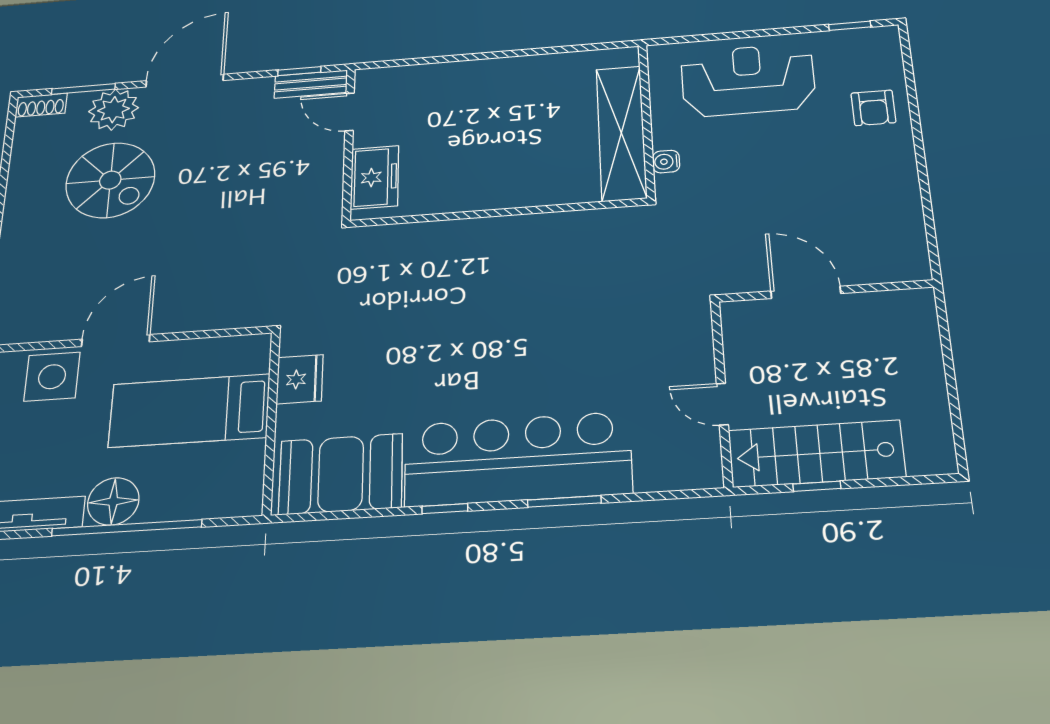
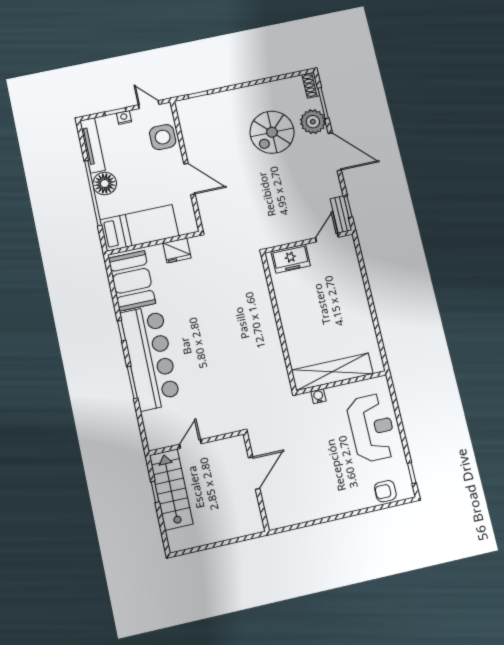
armchair: (873, 108) -> (385, 491), moved
door: (116, 340) -> (189, 179), moved
bed: (189, 411) -> (139, 228), moved, turned 90

